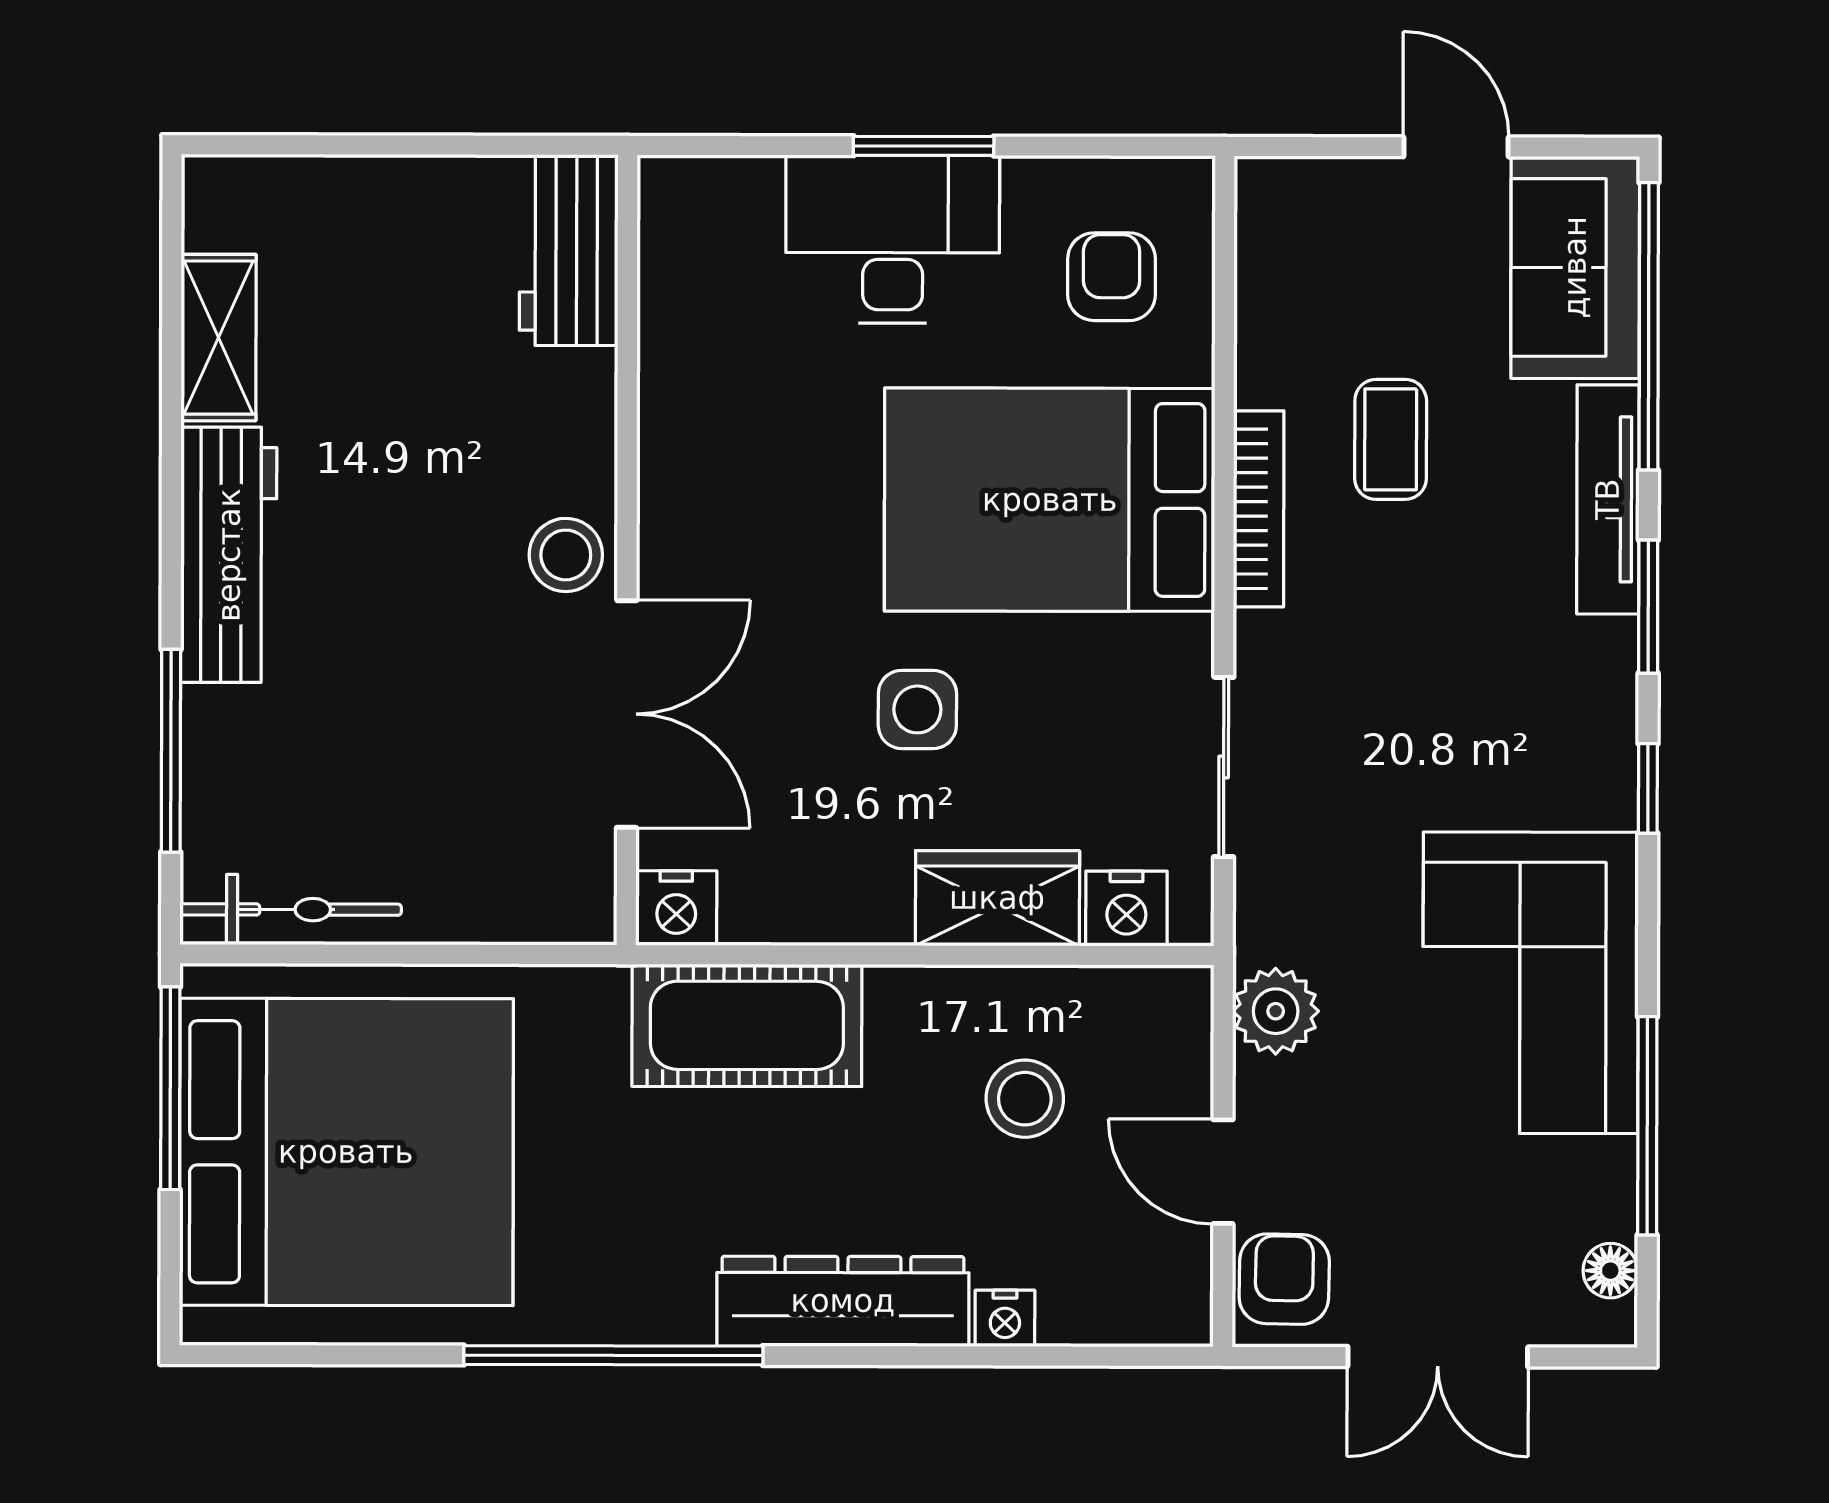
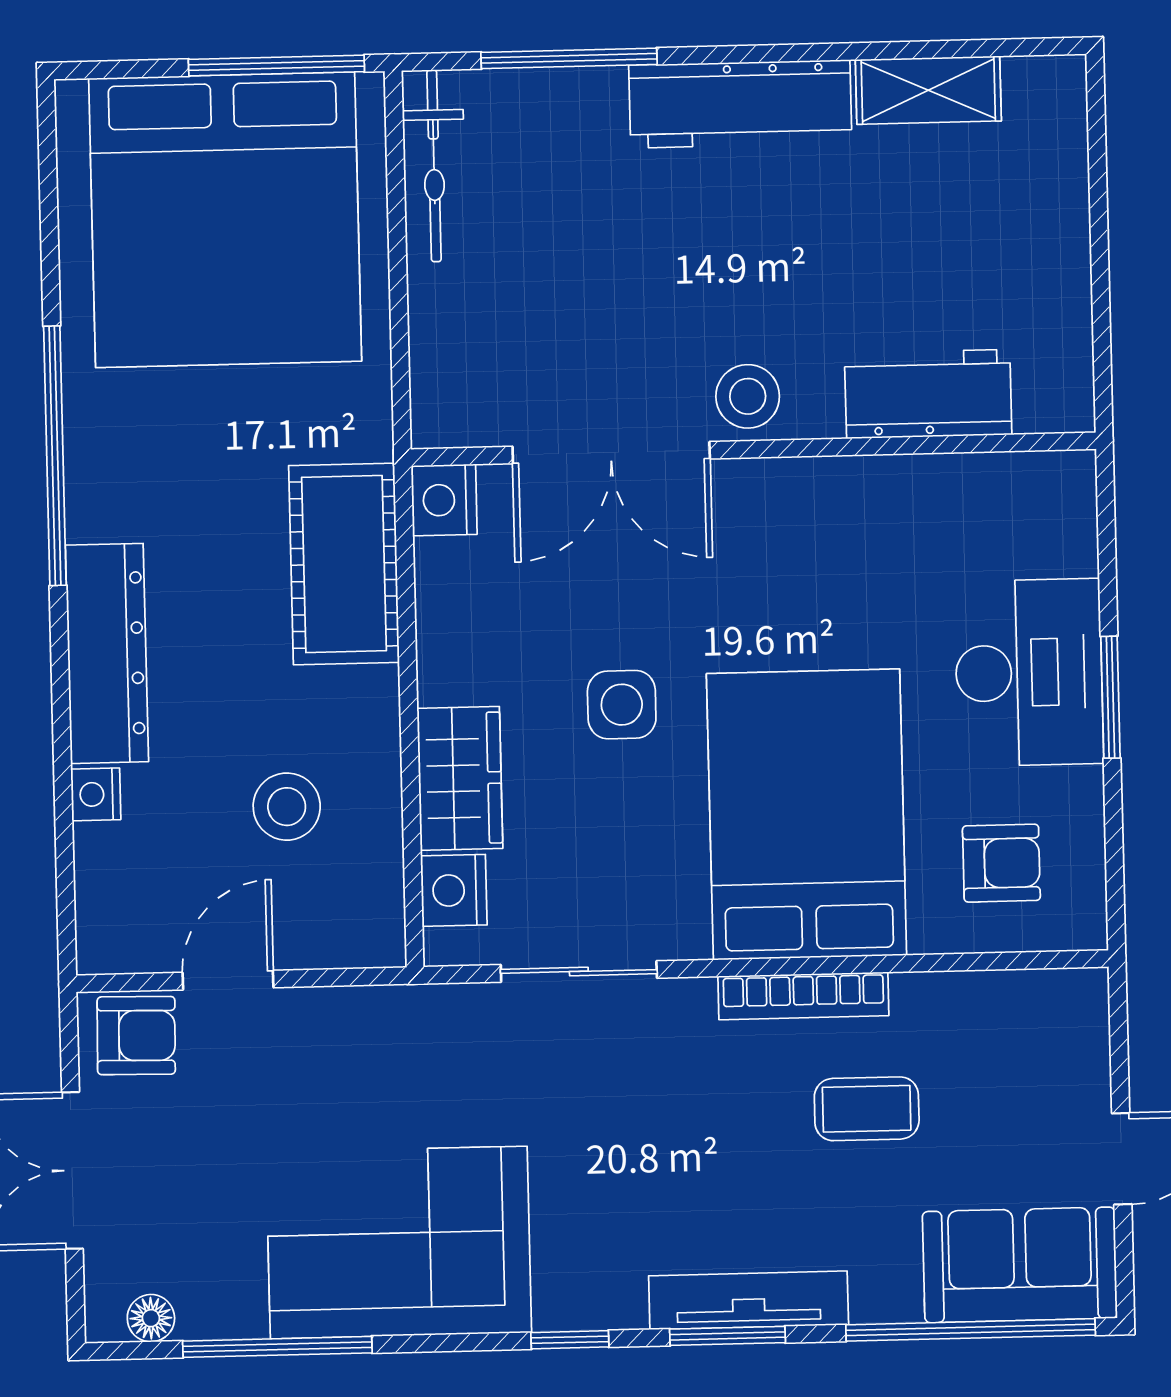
workbench: (569, 250) -> (928, 394), moved
tv unit: (1608, 499) -> (749, 1300), moved
plant: (1276, 1011) -> (368, 1022), removed

